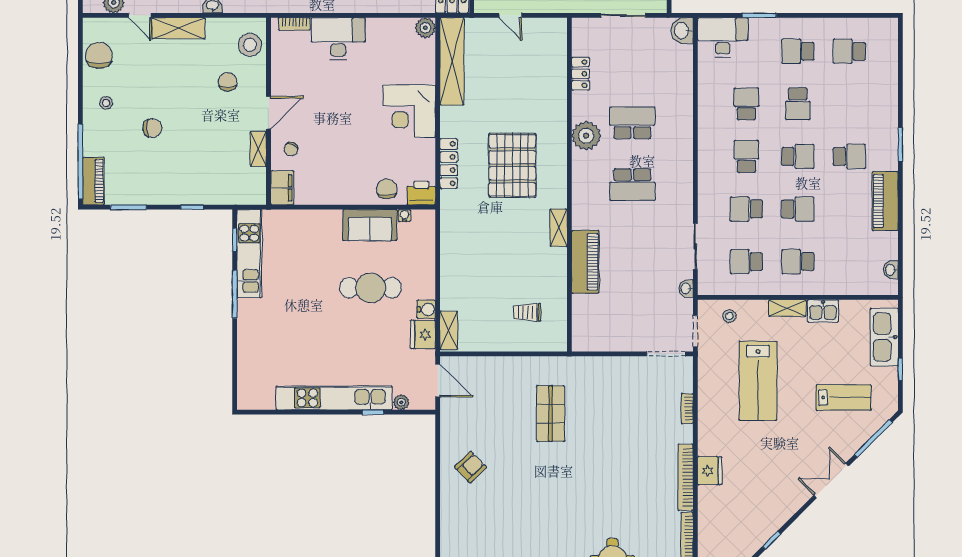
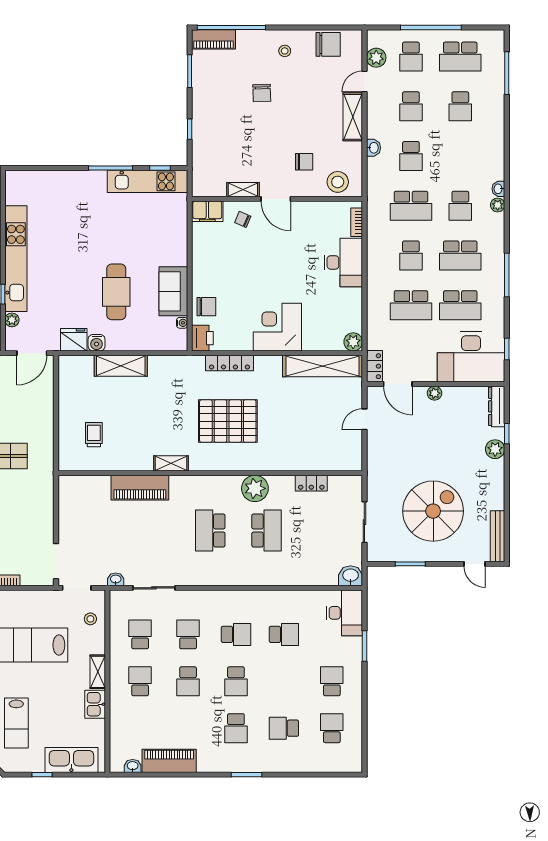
school desk: (798, 104) -> (284, 728), moved
piano: (885, 201) -> (169, 761), moved
shelving: (449, 330) -> (121, 366), moved, width x1.50, depth x1.33

